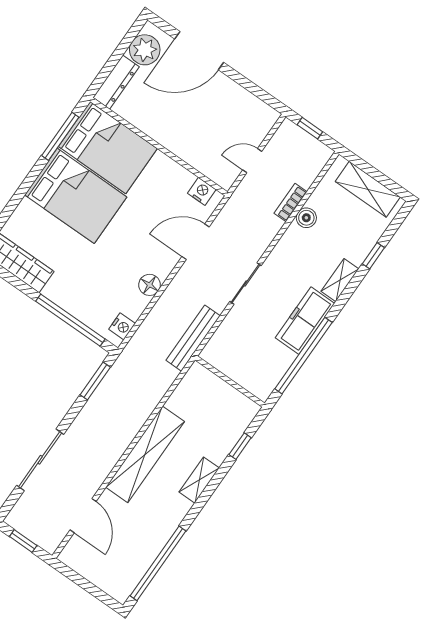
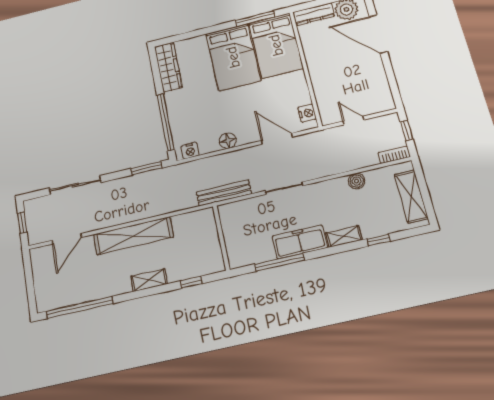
bookcase: (291, 203) -> (394, 155), moved
window: (303, 356) -> (279, 262), width x0.68

